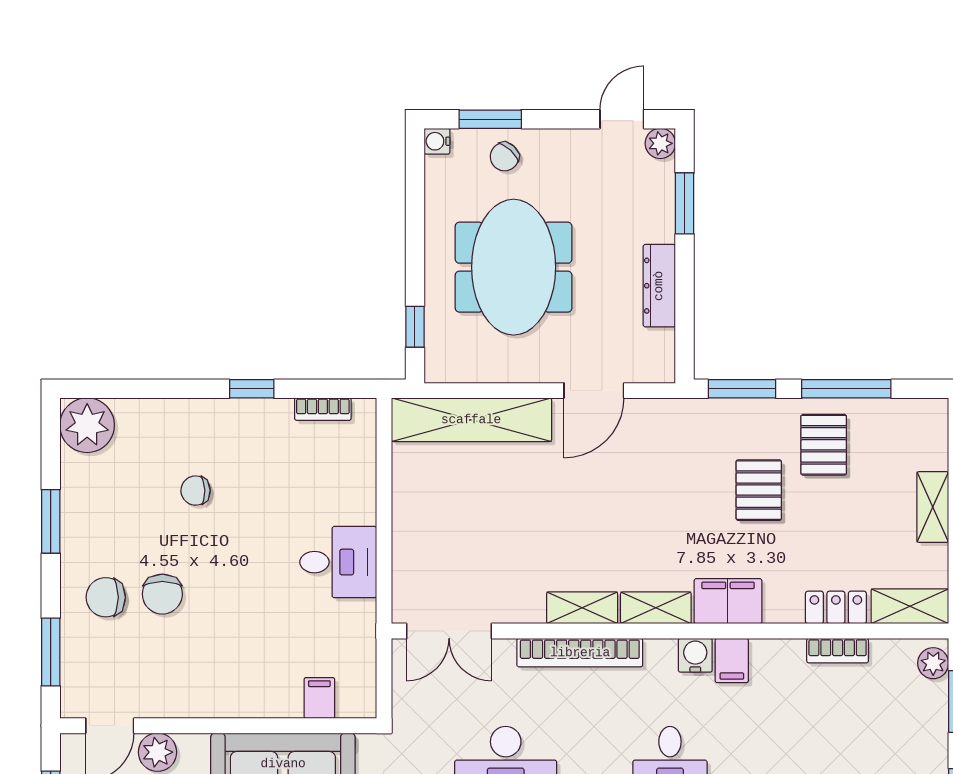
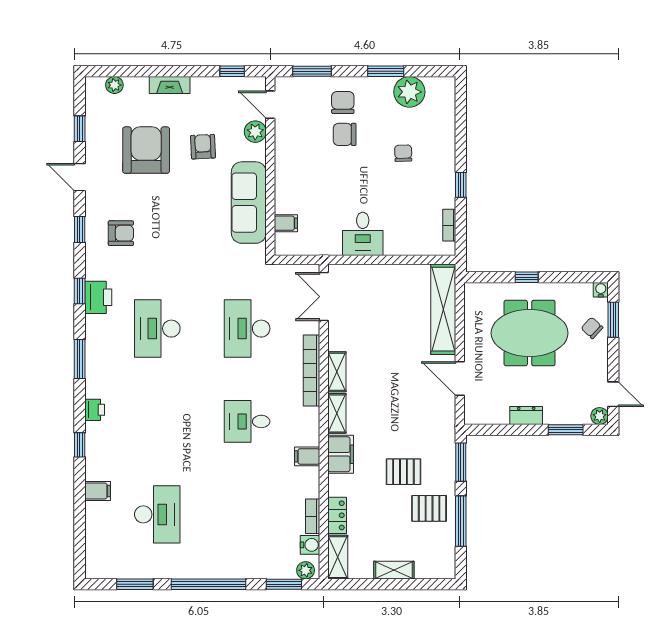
dresser: (659, 286) -> (526, 415), width x0.70
window: (415, 327) -> (527, 277), moved
plant: (87, 425) -> (409, 92), moved
water cooler: (695, 655) -> (310, 545), moved

